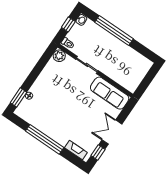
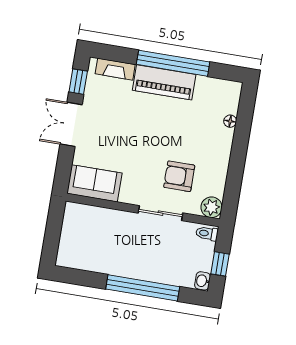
armchair: (68, 79) -> (179, 176), added
sofa: (110, 93) -> (94, 183), width x0.73
window: (18, 97) -> (246, 111), removed
piano: (54, 132) -> (164, 82), added
double door: (112, 132) -> (71, 124), swing flipped

